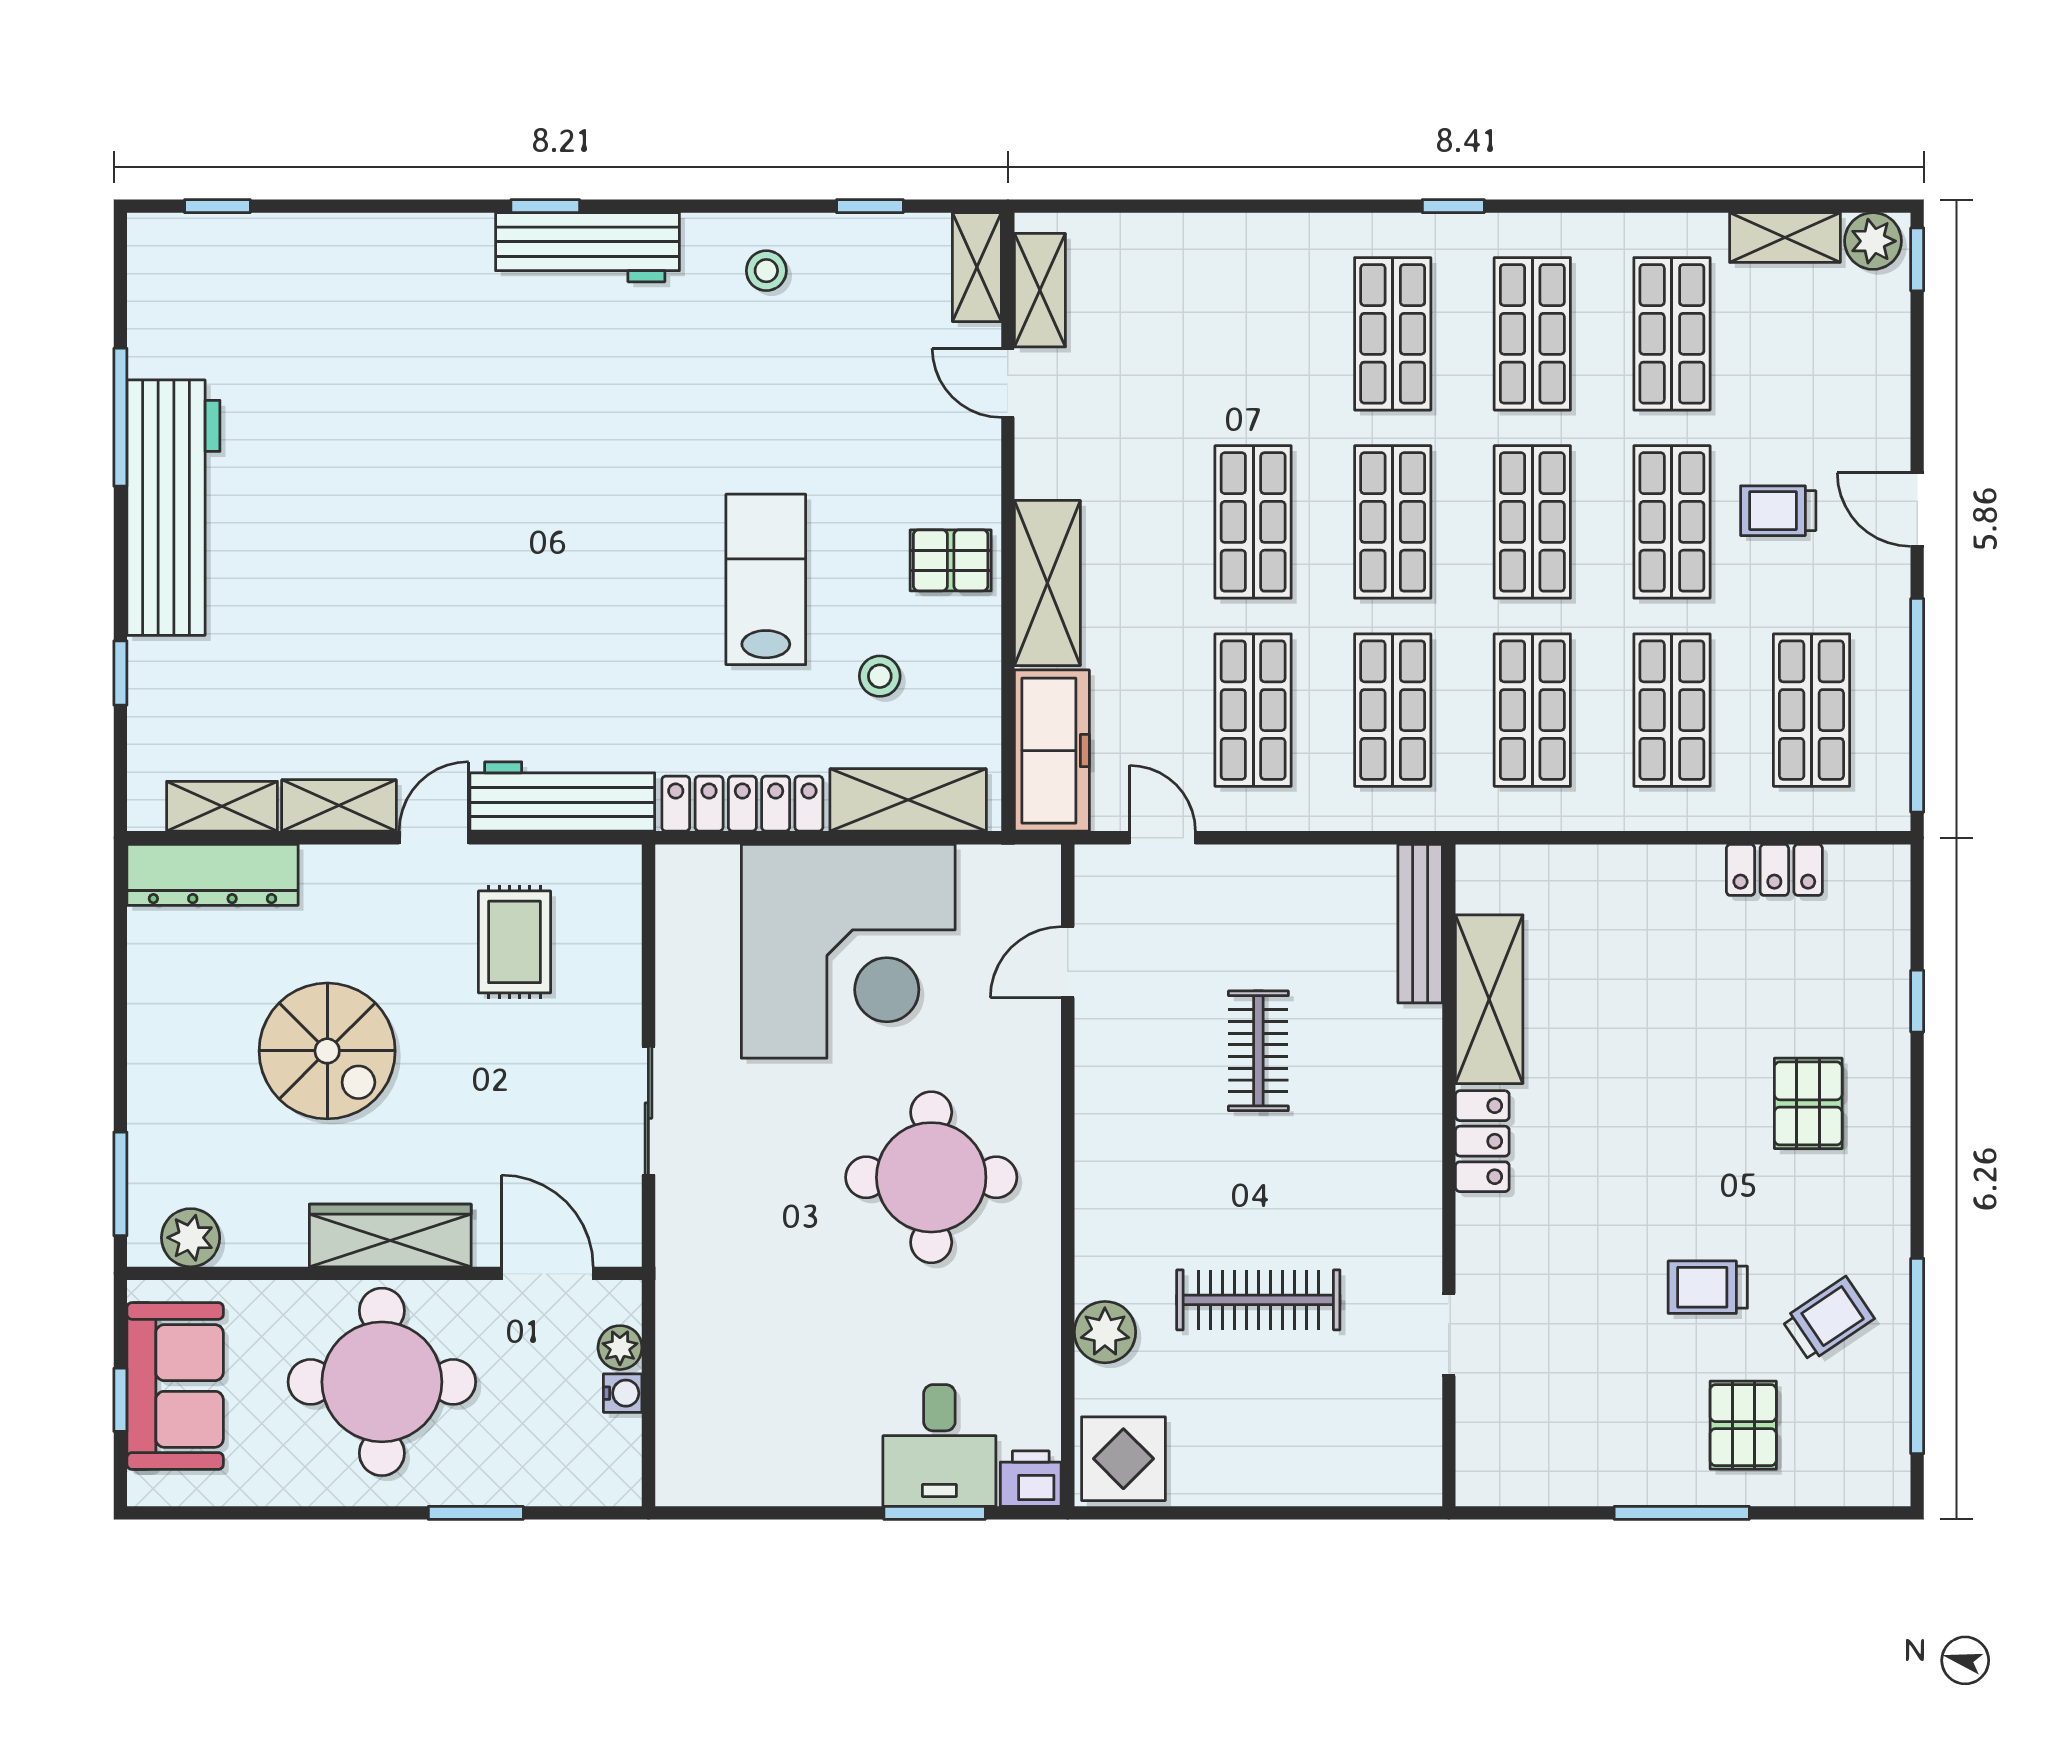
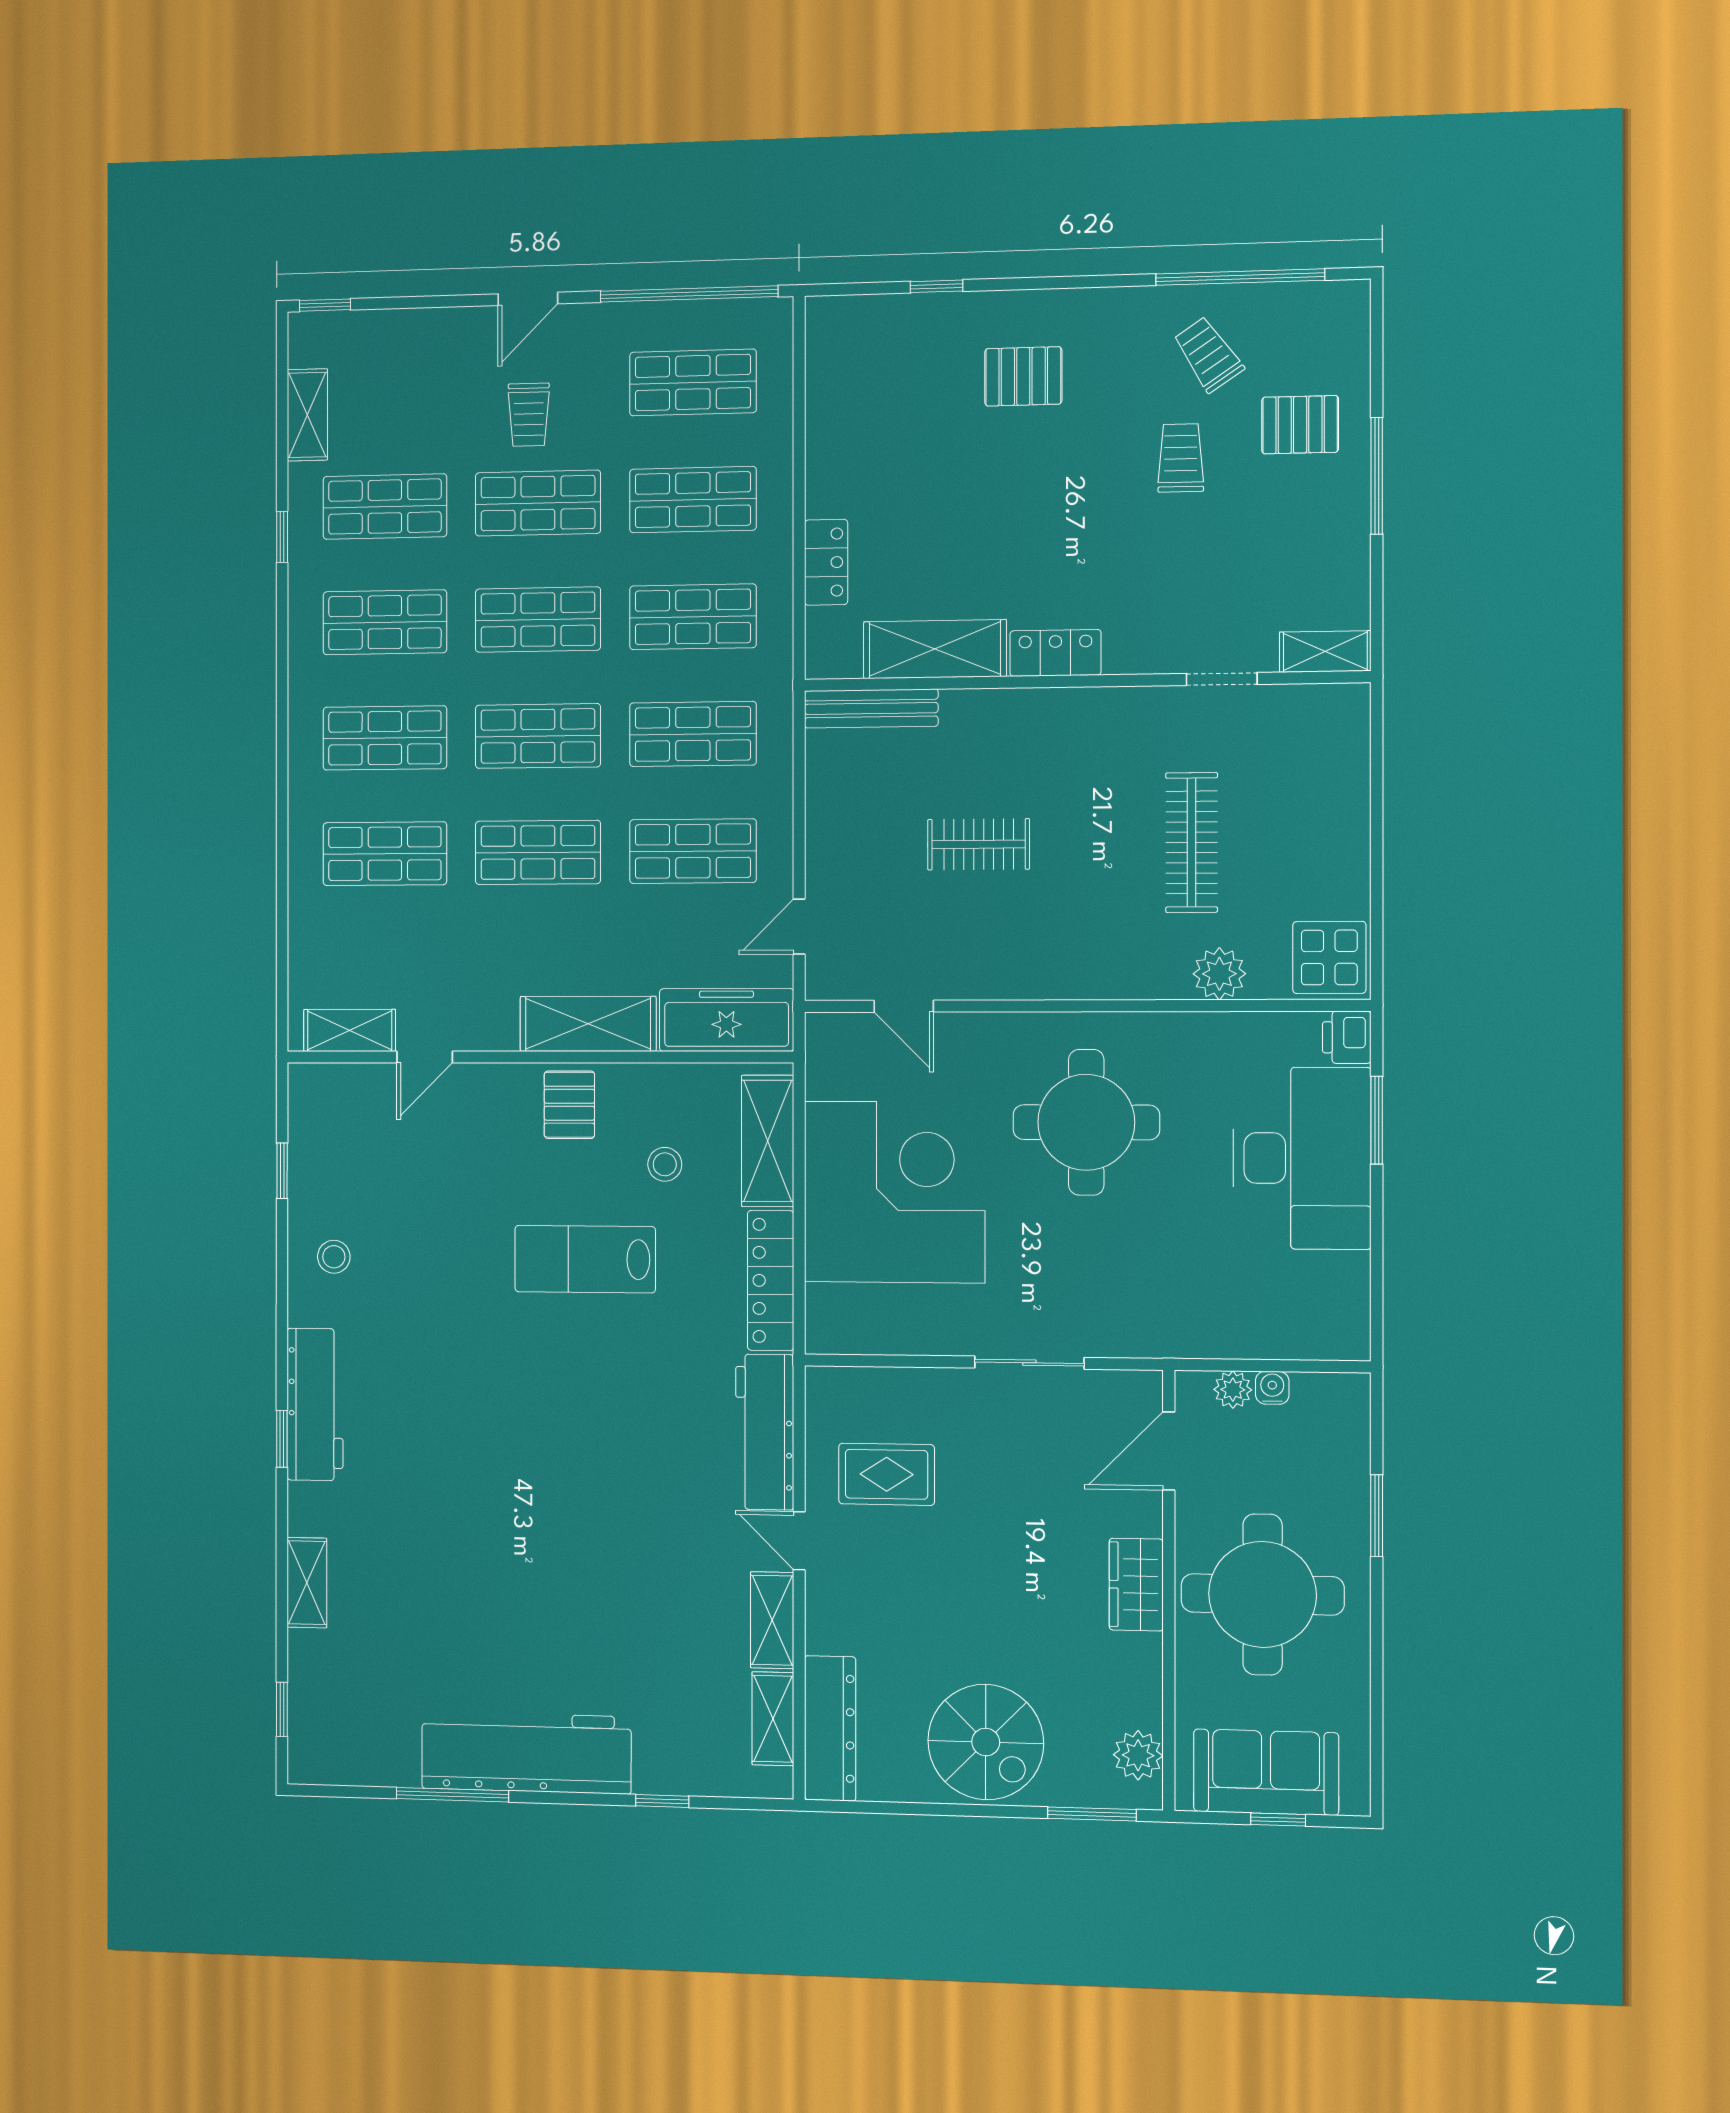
window: (1453, 206) -> (282, 537), moved
plant: (1873, 241) -> (310, 342), removed
shelving: (977, 267) -> (307, 1583), moved, turned 90
shop shelf: (1253, 334) -> (385, 854), added
locker: (1774, 870) -> (826, 562), moved
spiral stairs: (327, 1051) -> (986, 1742), moved, turned 90
wardrobe: (390, 1235) -> (1136, 1585), width x0.67
trolley: (1708, 1287) -> (1181, 458), turned 180
desk: (939, 1445) -> (1302, 1158), width x1.87, depth x1.30
shelving: (1479, 1454) -> (1325, 651), added

